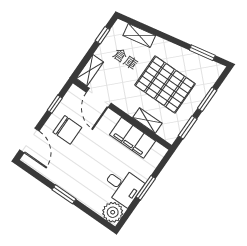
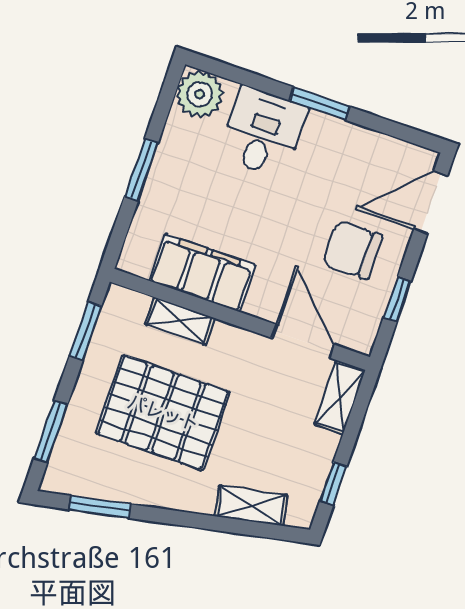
window: (207, 99) -> (51, 432), moved
door: (29, 140) -> (431, 202), hinge flipped
desk: (123, 186) -> (263, 132), moved, turned 90

